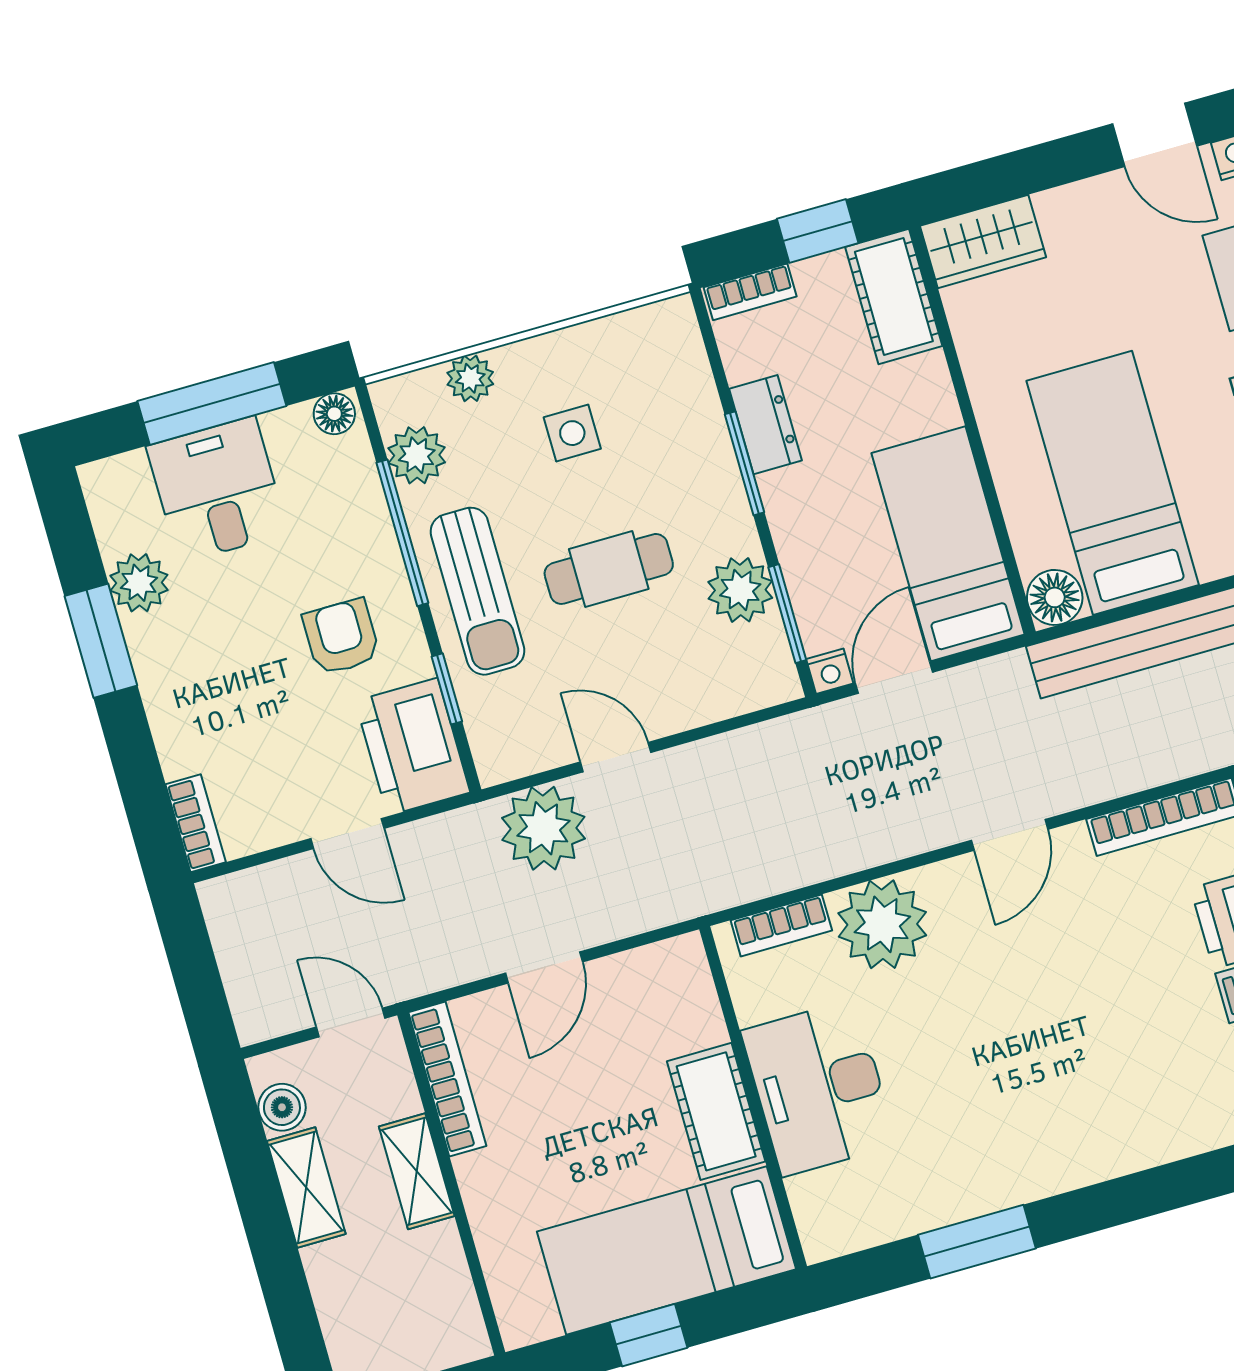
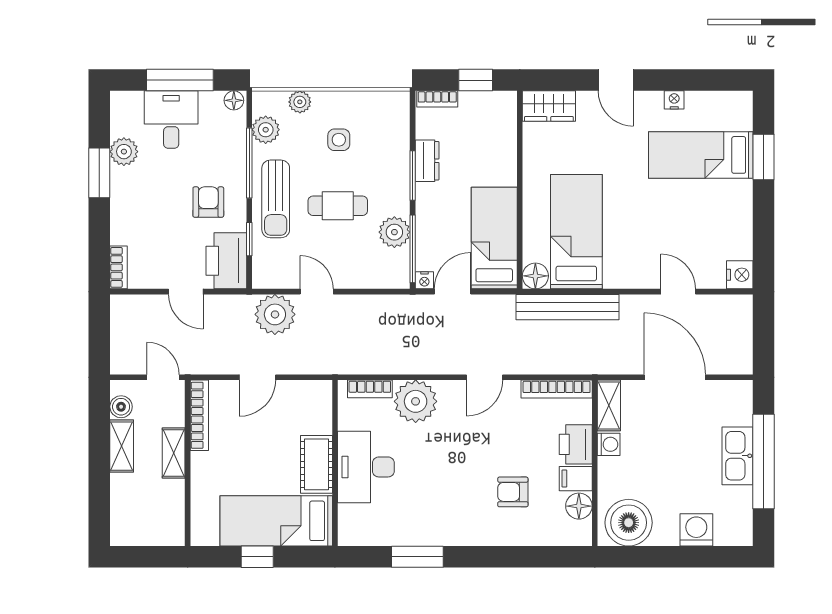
door: (1155, 135) -> (616, 80), moved
cot: (894, 296) -> (501, 119), removed
window: (787, 614) -> (413, 249), width x1.44
armchair: (1134, 1053) -> (513, 492), added

